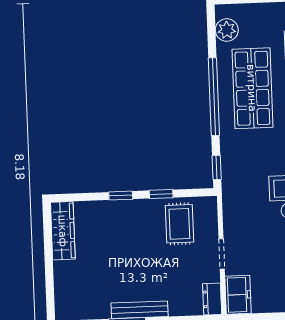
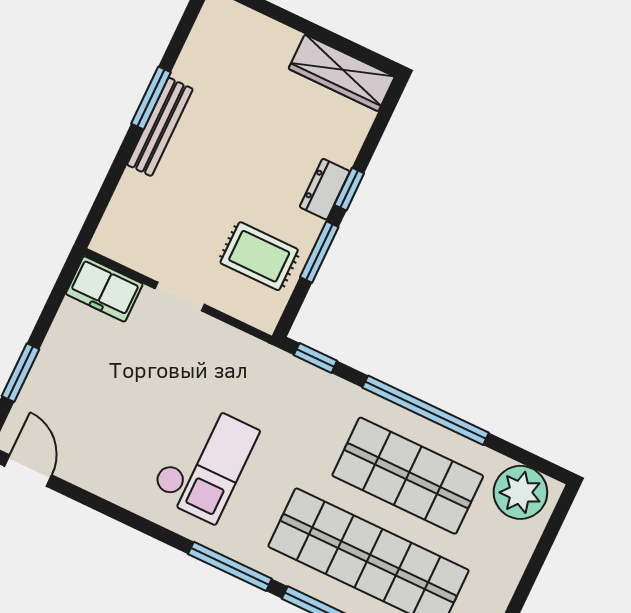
plant: (227, 30) -> (520, 492), width x1.36, depth x1.36
window: (161, 194) -> (319, 252), width x1.50
dresser: (212, 299) -> (325, 189), moved, turned -90

